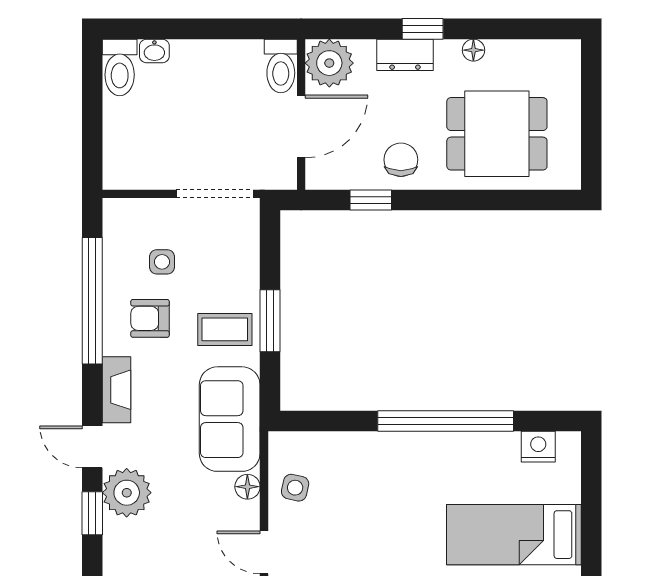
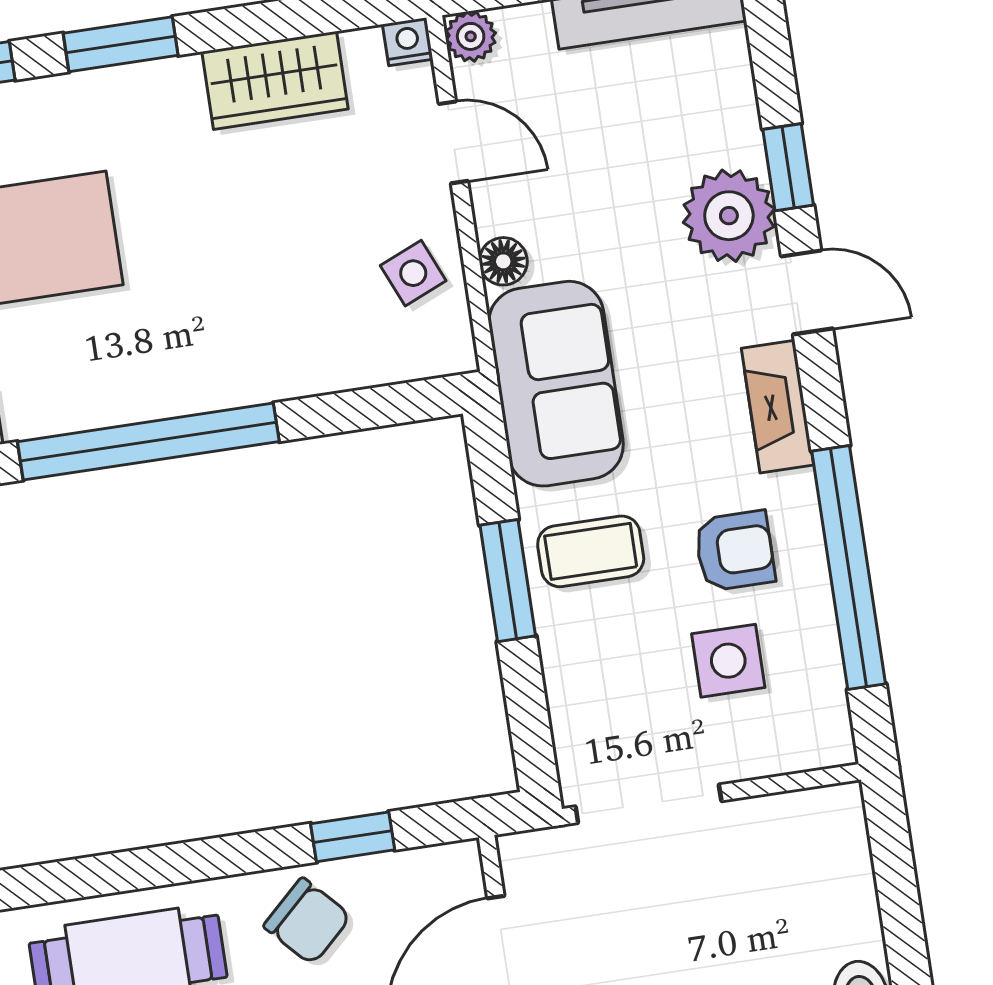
chair: (401, 160) -> (307, 921), turned -43
side table: (162, 262) -> (728, 661), width x1.37, depth x1.37
side table: (295, 488) -> (413, 273), turned -35

